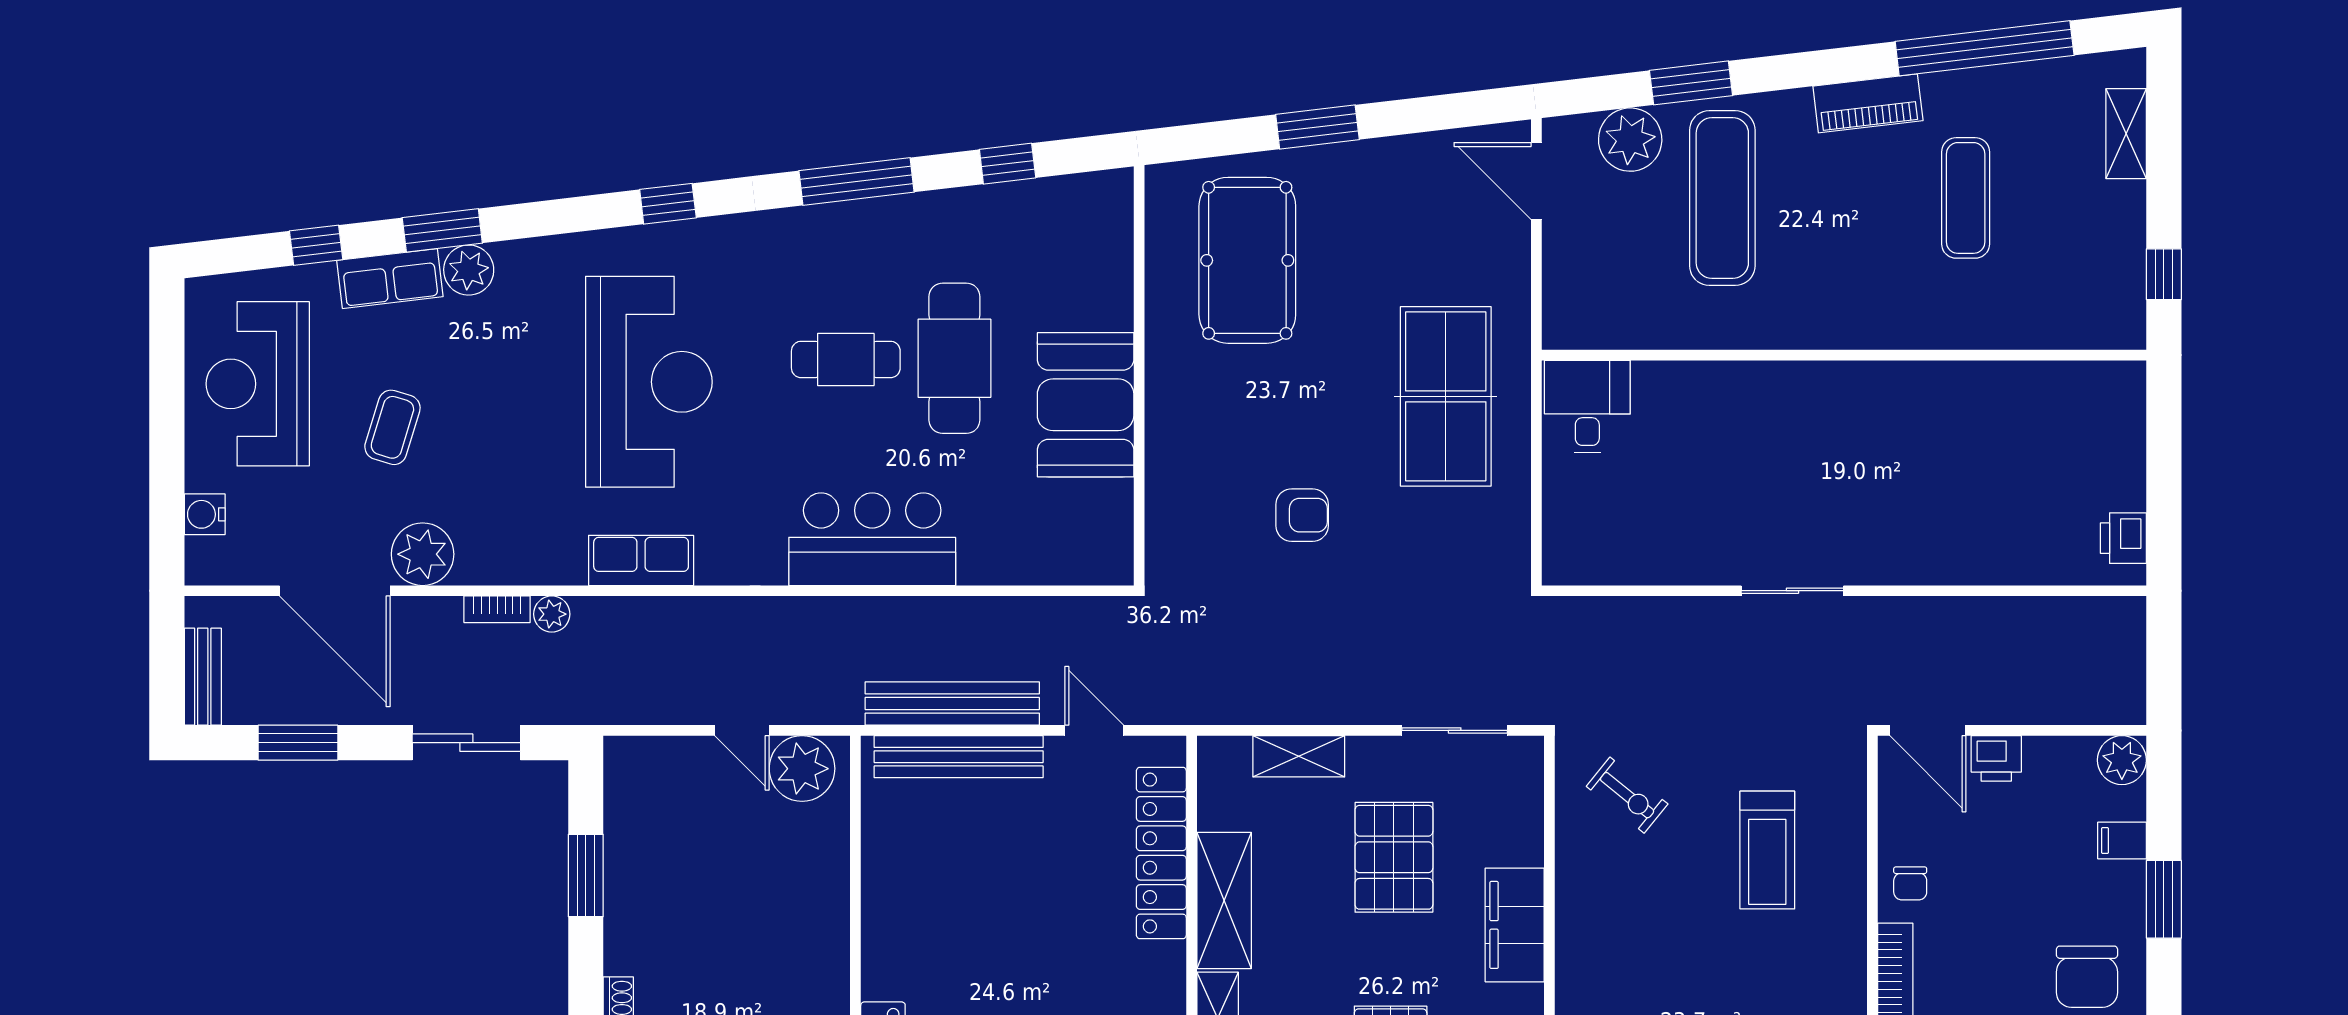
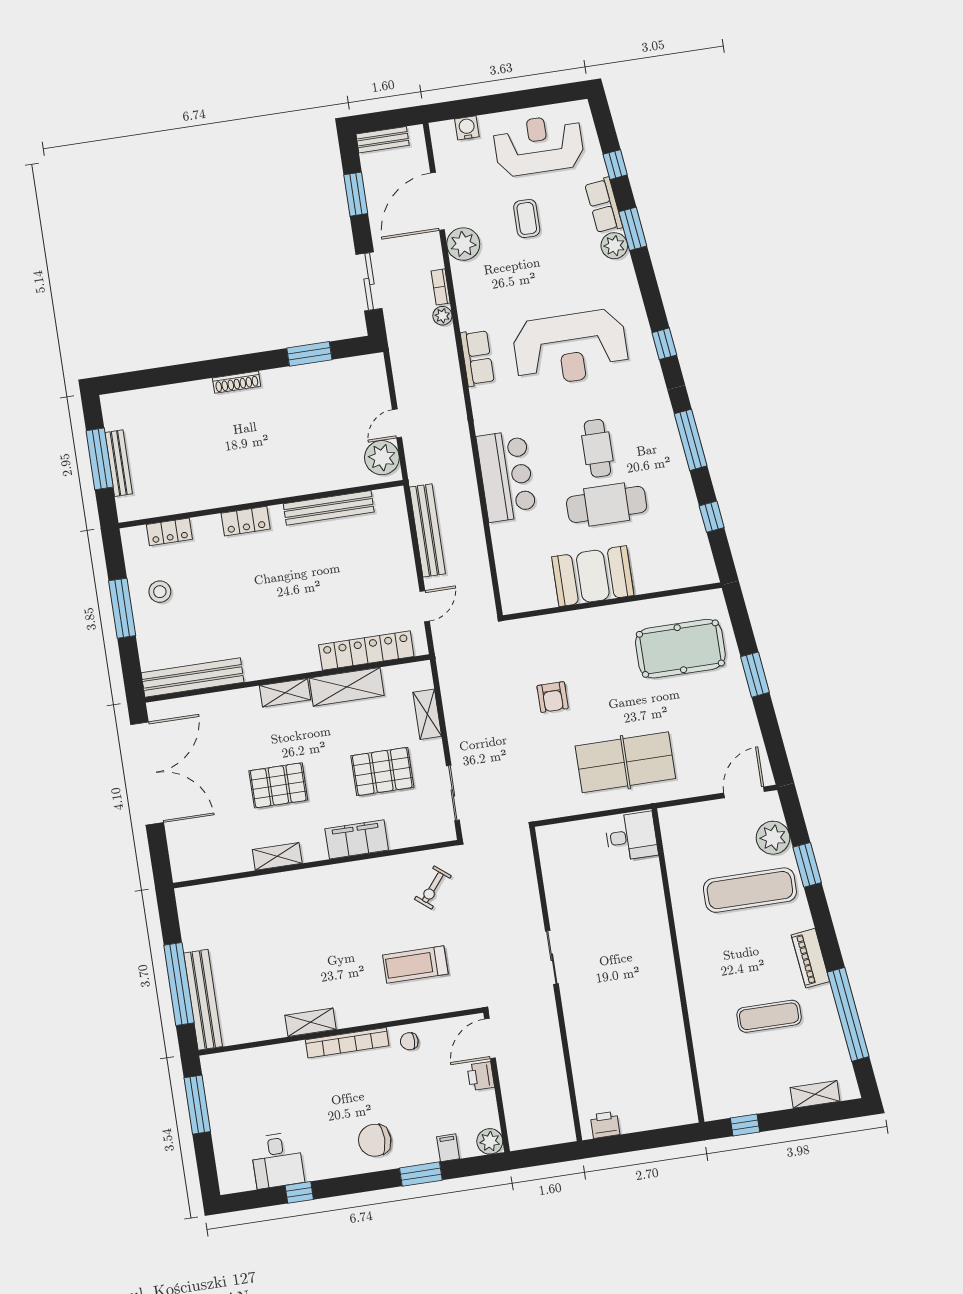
coffee table: (392, 427) -> (527, 218), turned 73
bench: (959, 757) -> (329, 508), moved, turned 90

